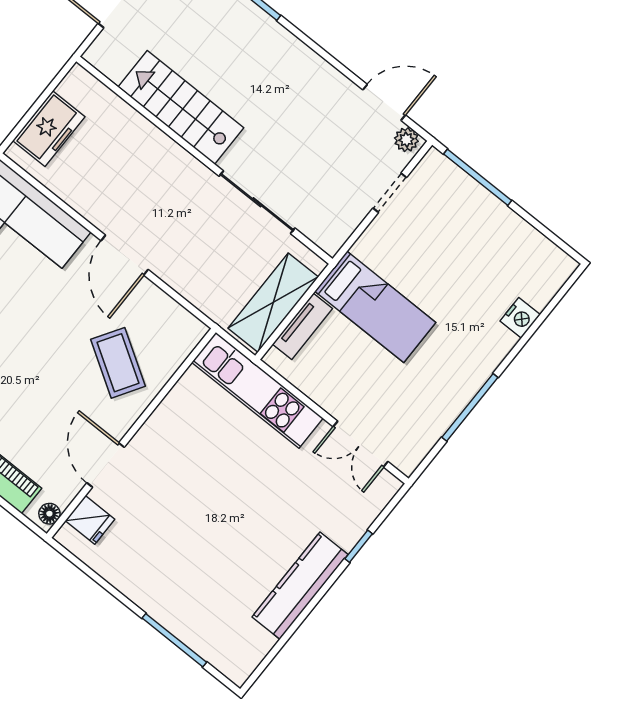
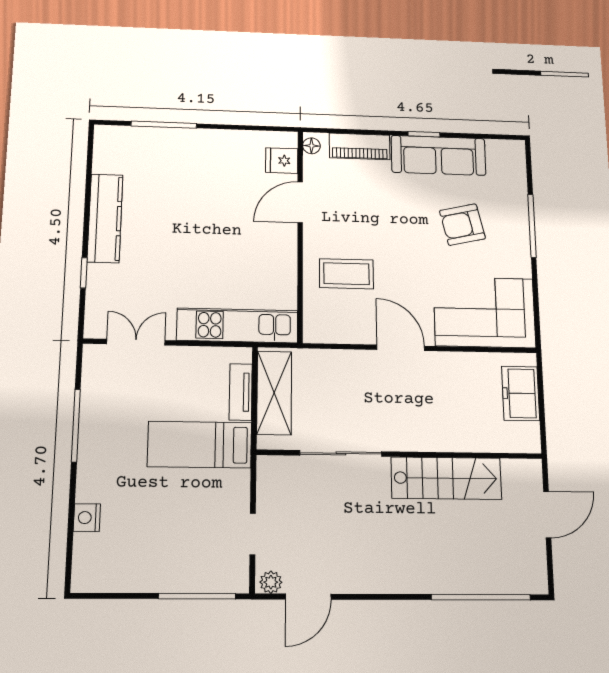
coffee table: (118, 363) -> (346, 274), turned -32
door: (106, 465) -> (300, 202), swing flipped

